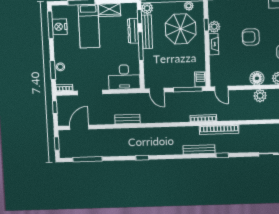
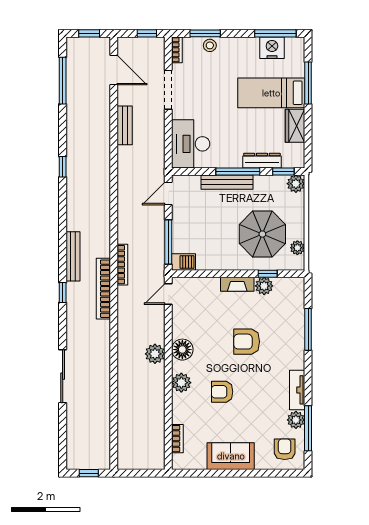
bench: (147, 32) -> (227, 182), moved
armchair: (251, 37) -> (247, 342), turned -90
bench: (127, 119) -> (125, 125), moved

